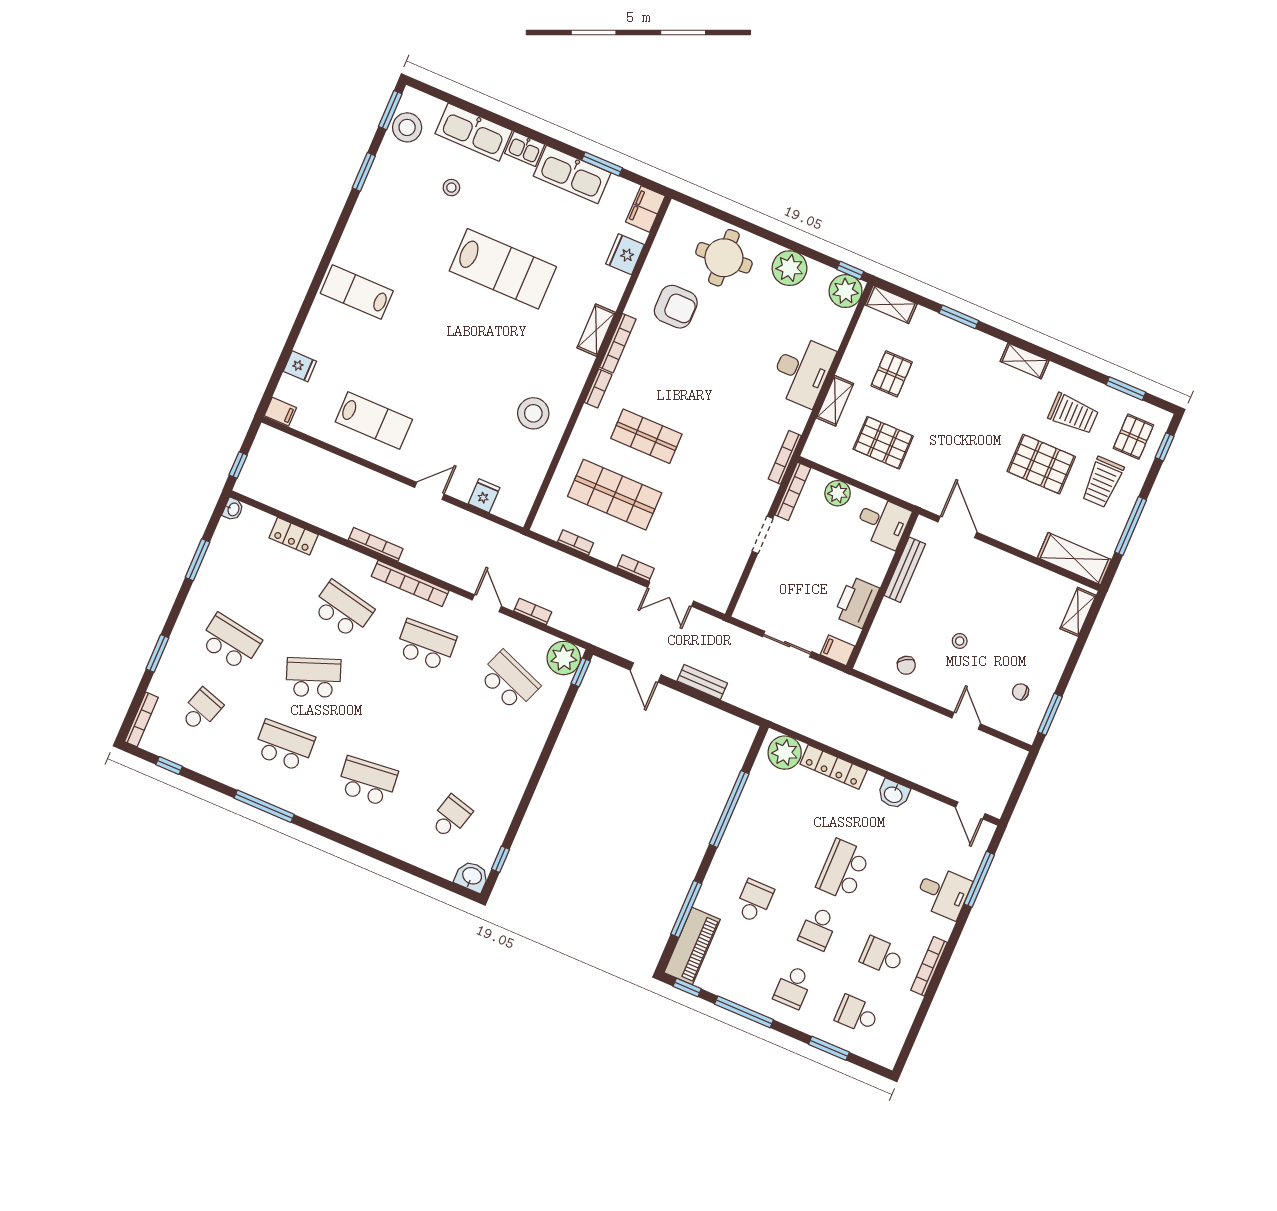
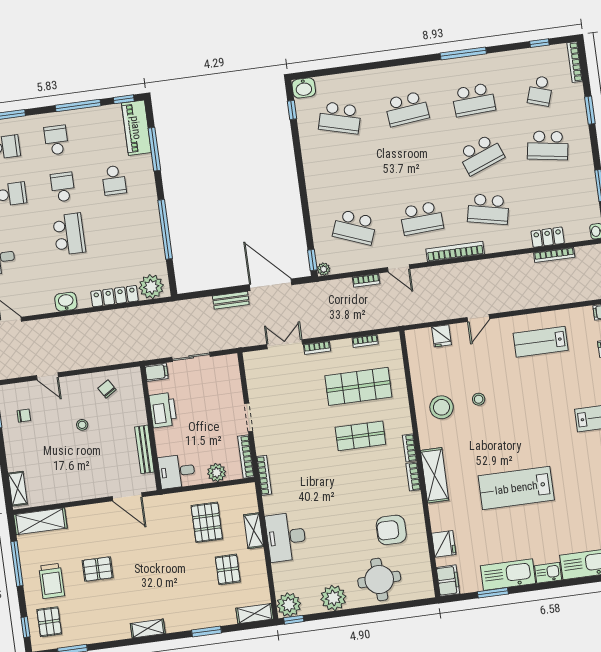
stool: (451, 188) -> (479, 399), moved
shelving: (596, 330) -> (435, 475), width x1.50, depth x1.33
bookcase: (618, 343) -> (413, 477), width x0.64
trolley: (1073, 414) -> (97, 613), removed
pallet: (883, 443) -> (207, 522), turned 90
pallet: (1041, 464) -> (98, 569), width x0.67, depth x0.71
trolley: (1103, 482) -> (52, 581), turned 180
bookcase: (376, 544) -> (554, 255), moved
plant: (564, 658) -> (324, 269), width x0.53, depth x0.53
door: (646, 672) -> (271, 285), width x1.88
school desk: (451, 817) -> (340, 118), width x1.85

